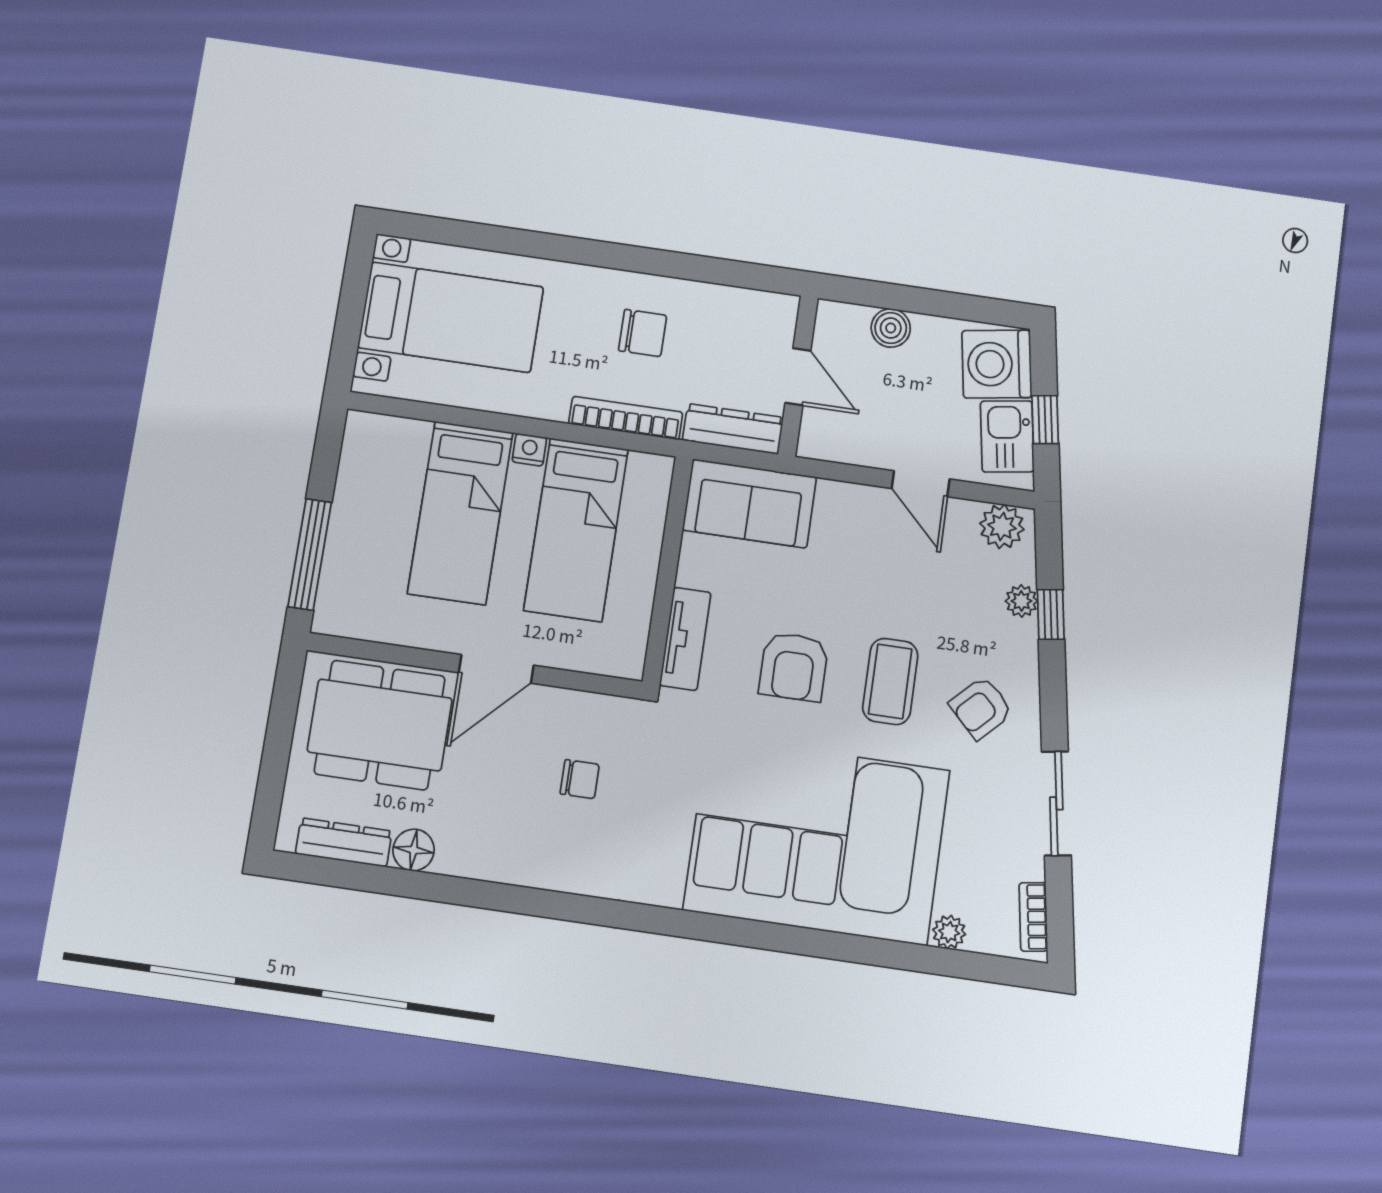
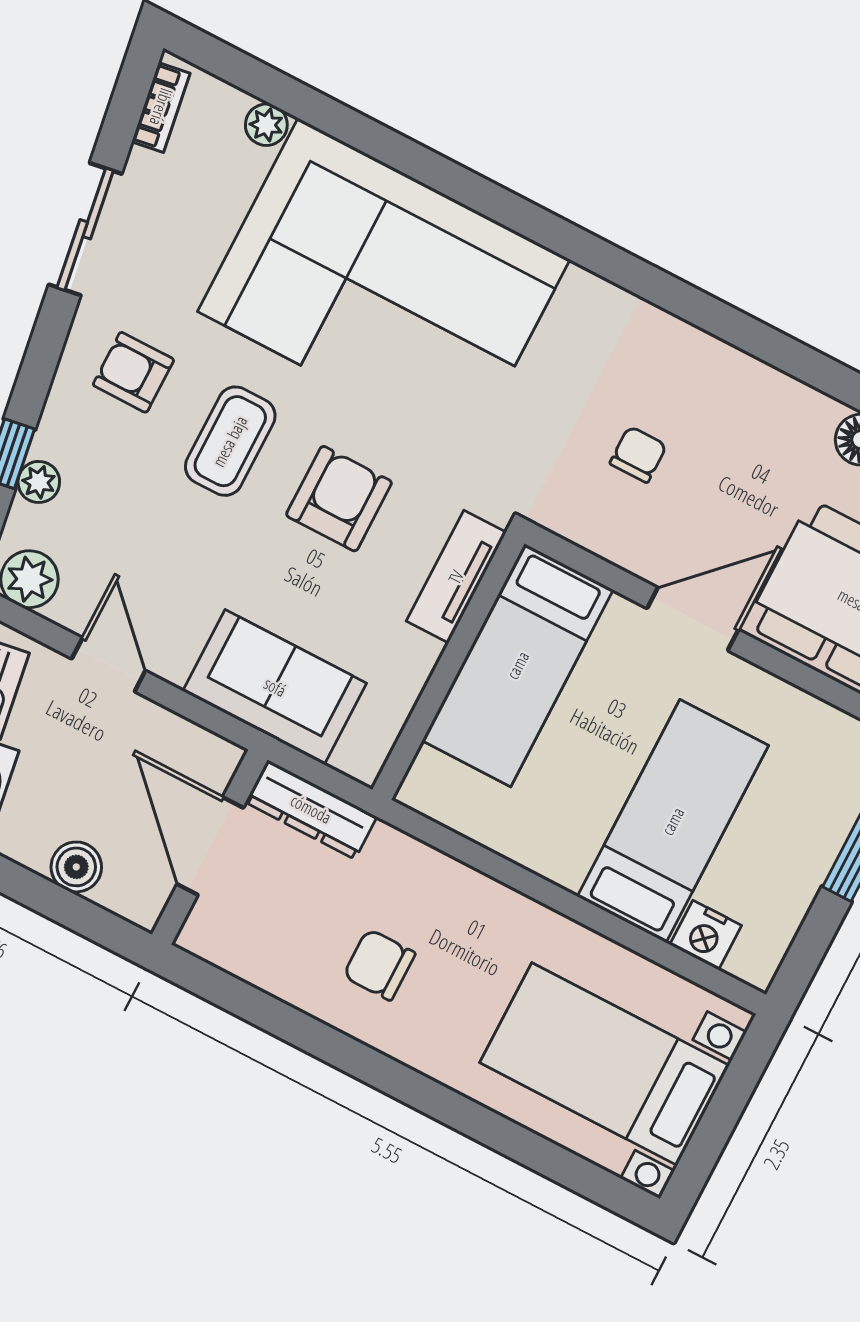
door: (798, 377) -> (210, 846), width x1.38
bookcase: (626, 418) -> (436, 867), removed
nightstand: (529, 450) -> (706, 935), moved, width x1.39, depth x1.35
sofa: (750, 503) -> (275, 687), moved
bed: (576, 530) -> (518, 665), moved, turned 180
armchair: (981, 708) -> (133, 372), turned -135
chair: (580, 779) -> (638, 454), turned 90

